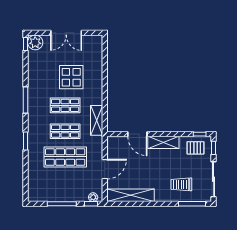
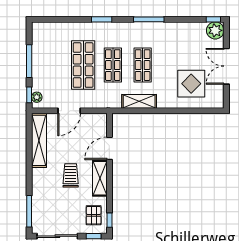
display table: (71, 77) -> (191, 84), moved
shelving: (97, 120) -> (139, 101), moved
door: (105, 169) -> (69, 111), hinge flipped
trolley: (181, 184) -> (71, 175), moved

